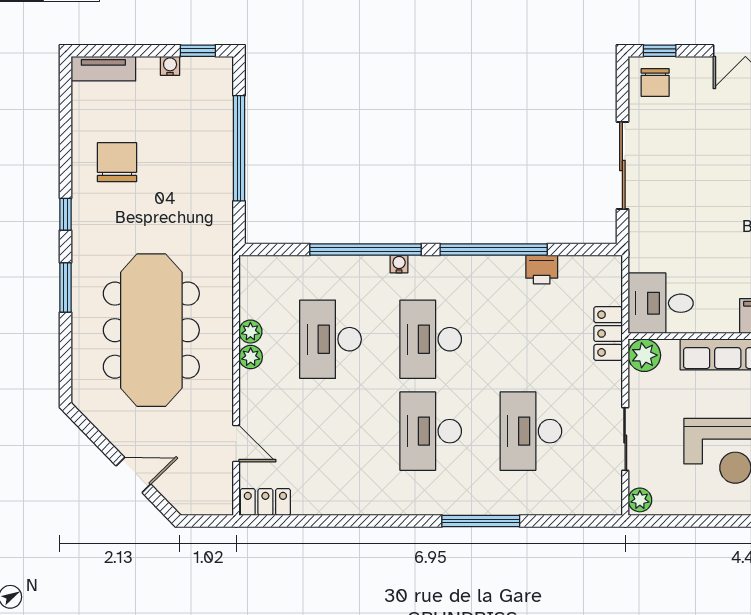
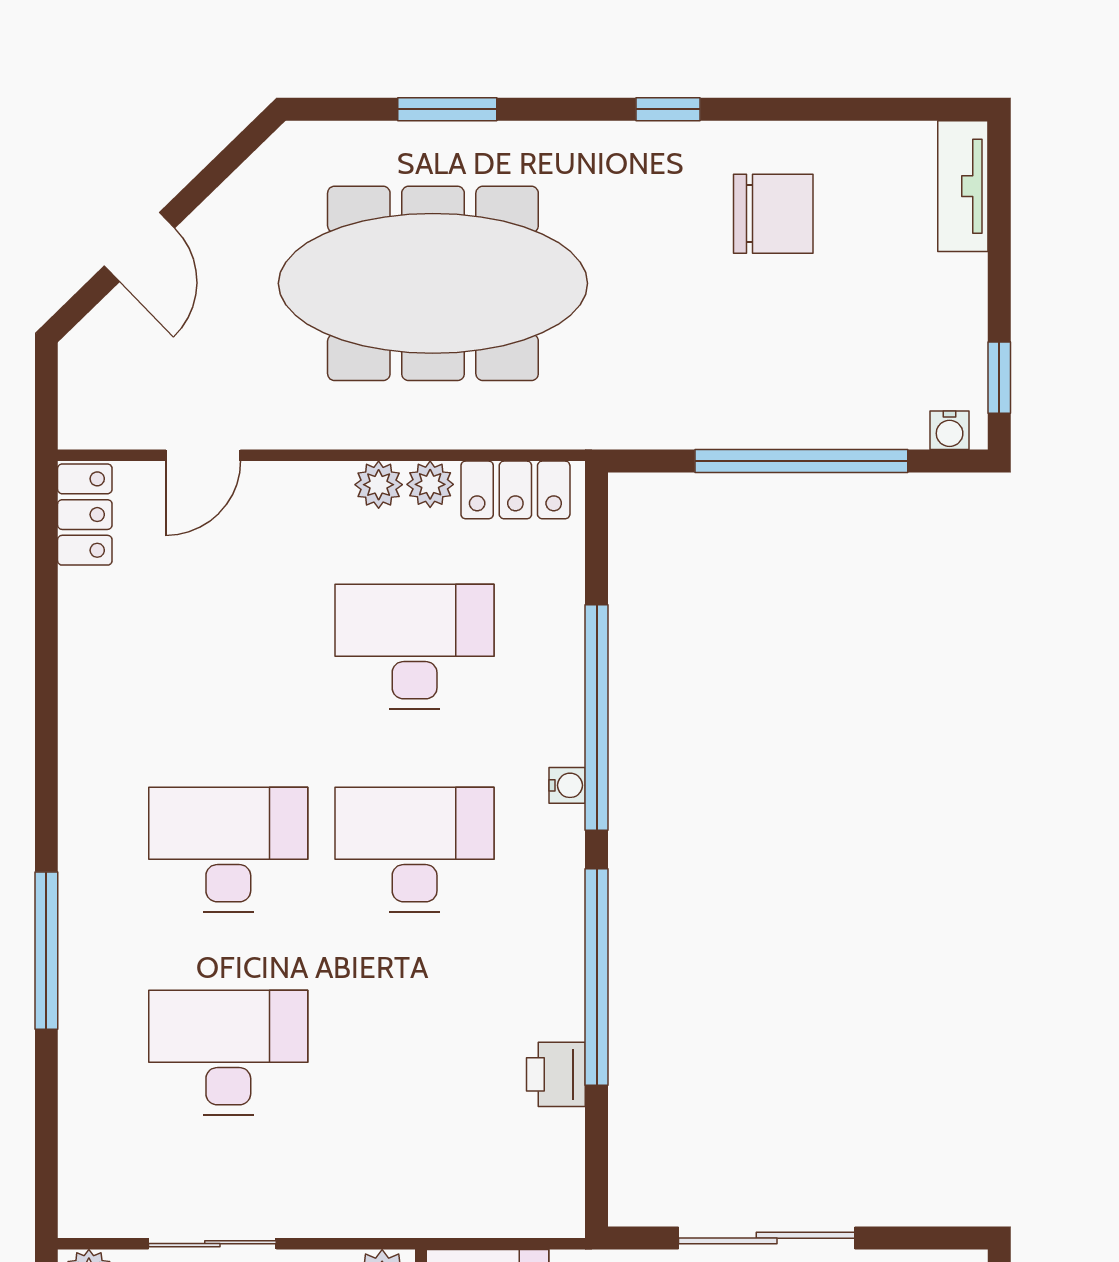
water cooler: (170, 66) -> (950, 430), moved, turned 90
window: (65, 288) -> (447, 109), moved
locker: (608, 334) -> (515, 490), moved, turned 180

